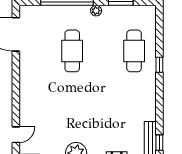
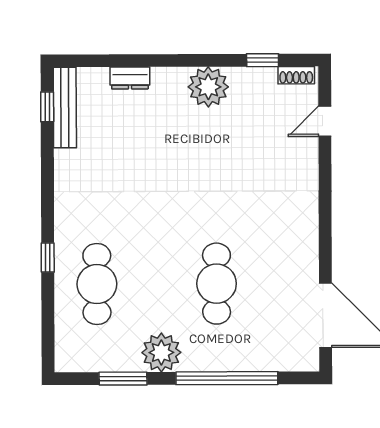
plant: (96, 11) -> (161, 353), width x1.87, depth x1.87

